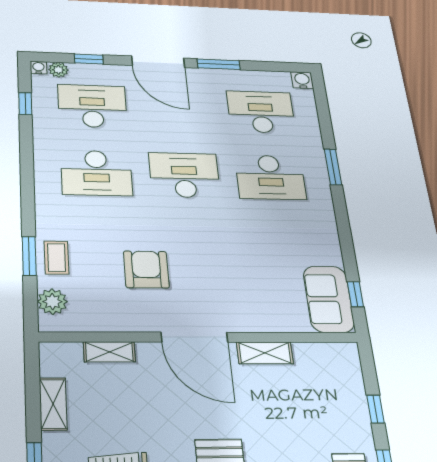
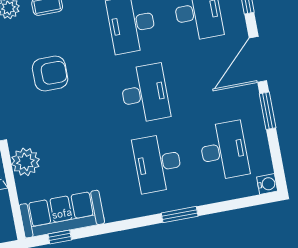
sofa: (329, 299) -> (62, 214), width x1.36
plant: (258, 316) -> (25, 162), added

